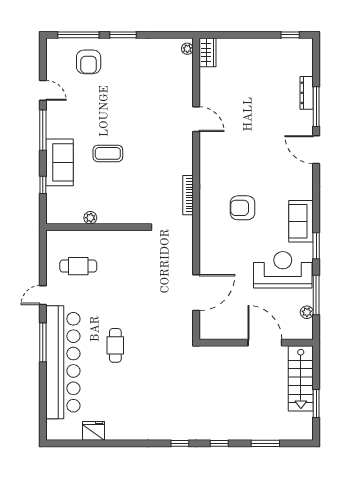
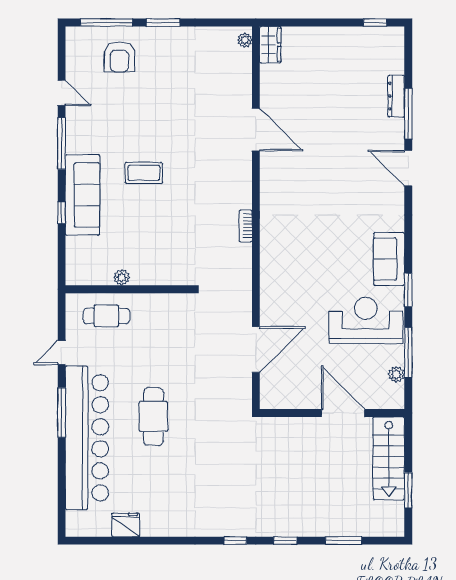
door: (196, 119) -> (256, 129), width x1.36
sofa: (59, 162) -> (83, 195), width x1.36
bookcase: (188, 195) -> (246, 226), width x0.64
armchair: (243, 208) -> (315, 242), removed
plant: (90, 218) -> (122, 277), moved
wall: (95, 227) -> (128, 289), moved
cafe table: (115, 345) -> (153, 416), width x1.37, depth x1.35

